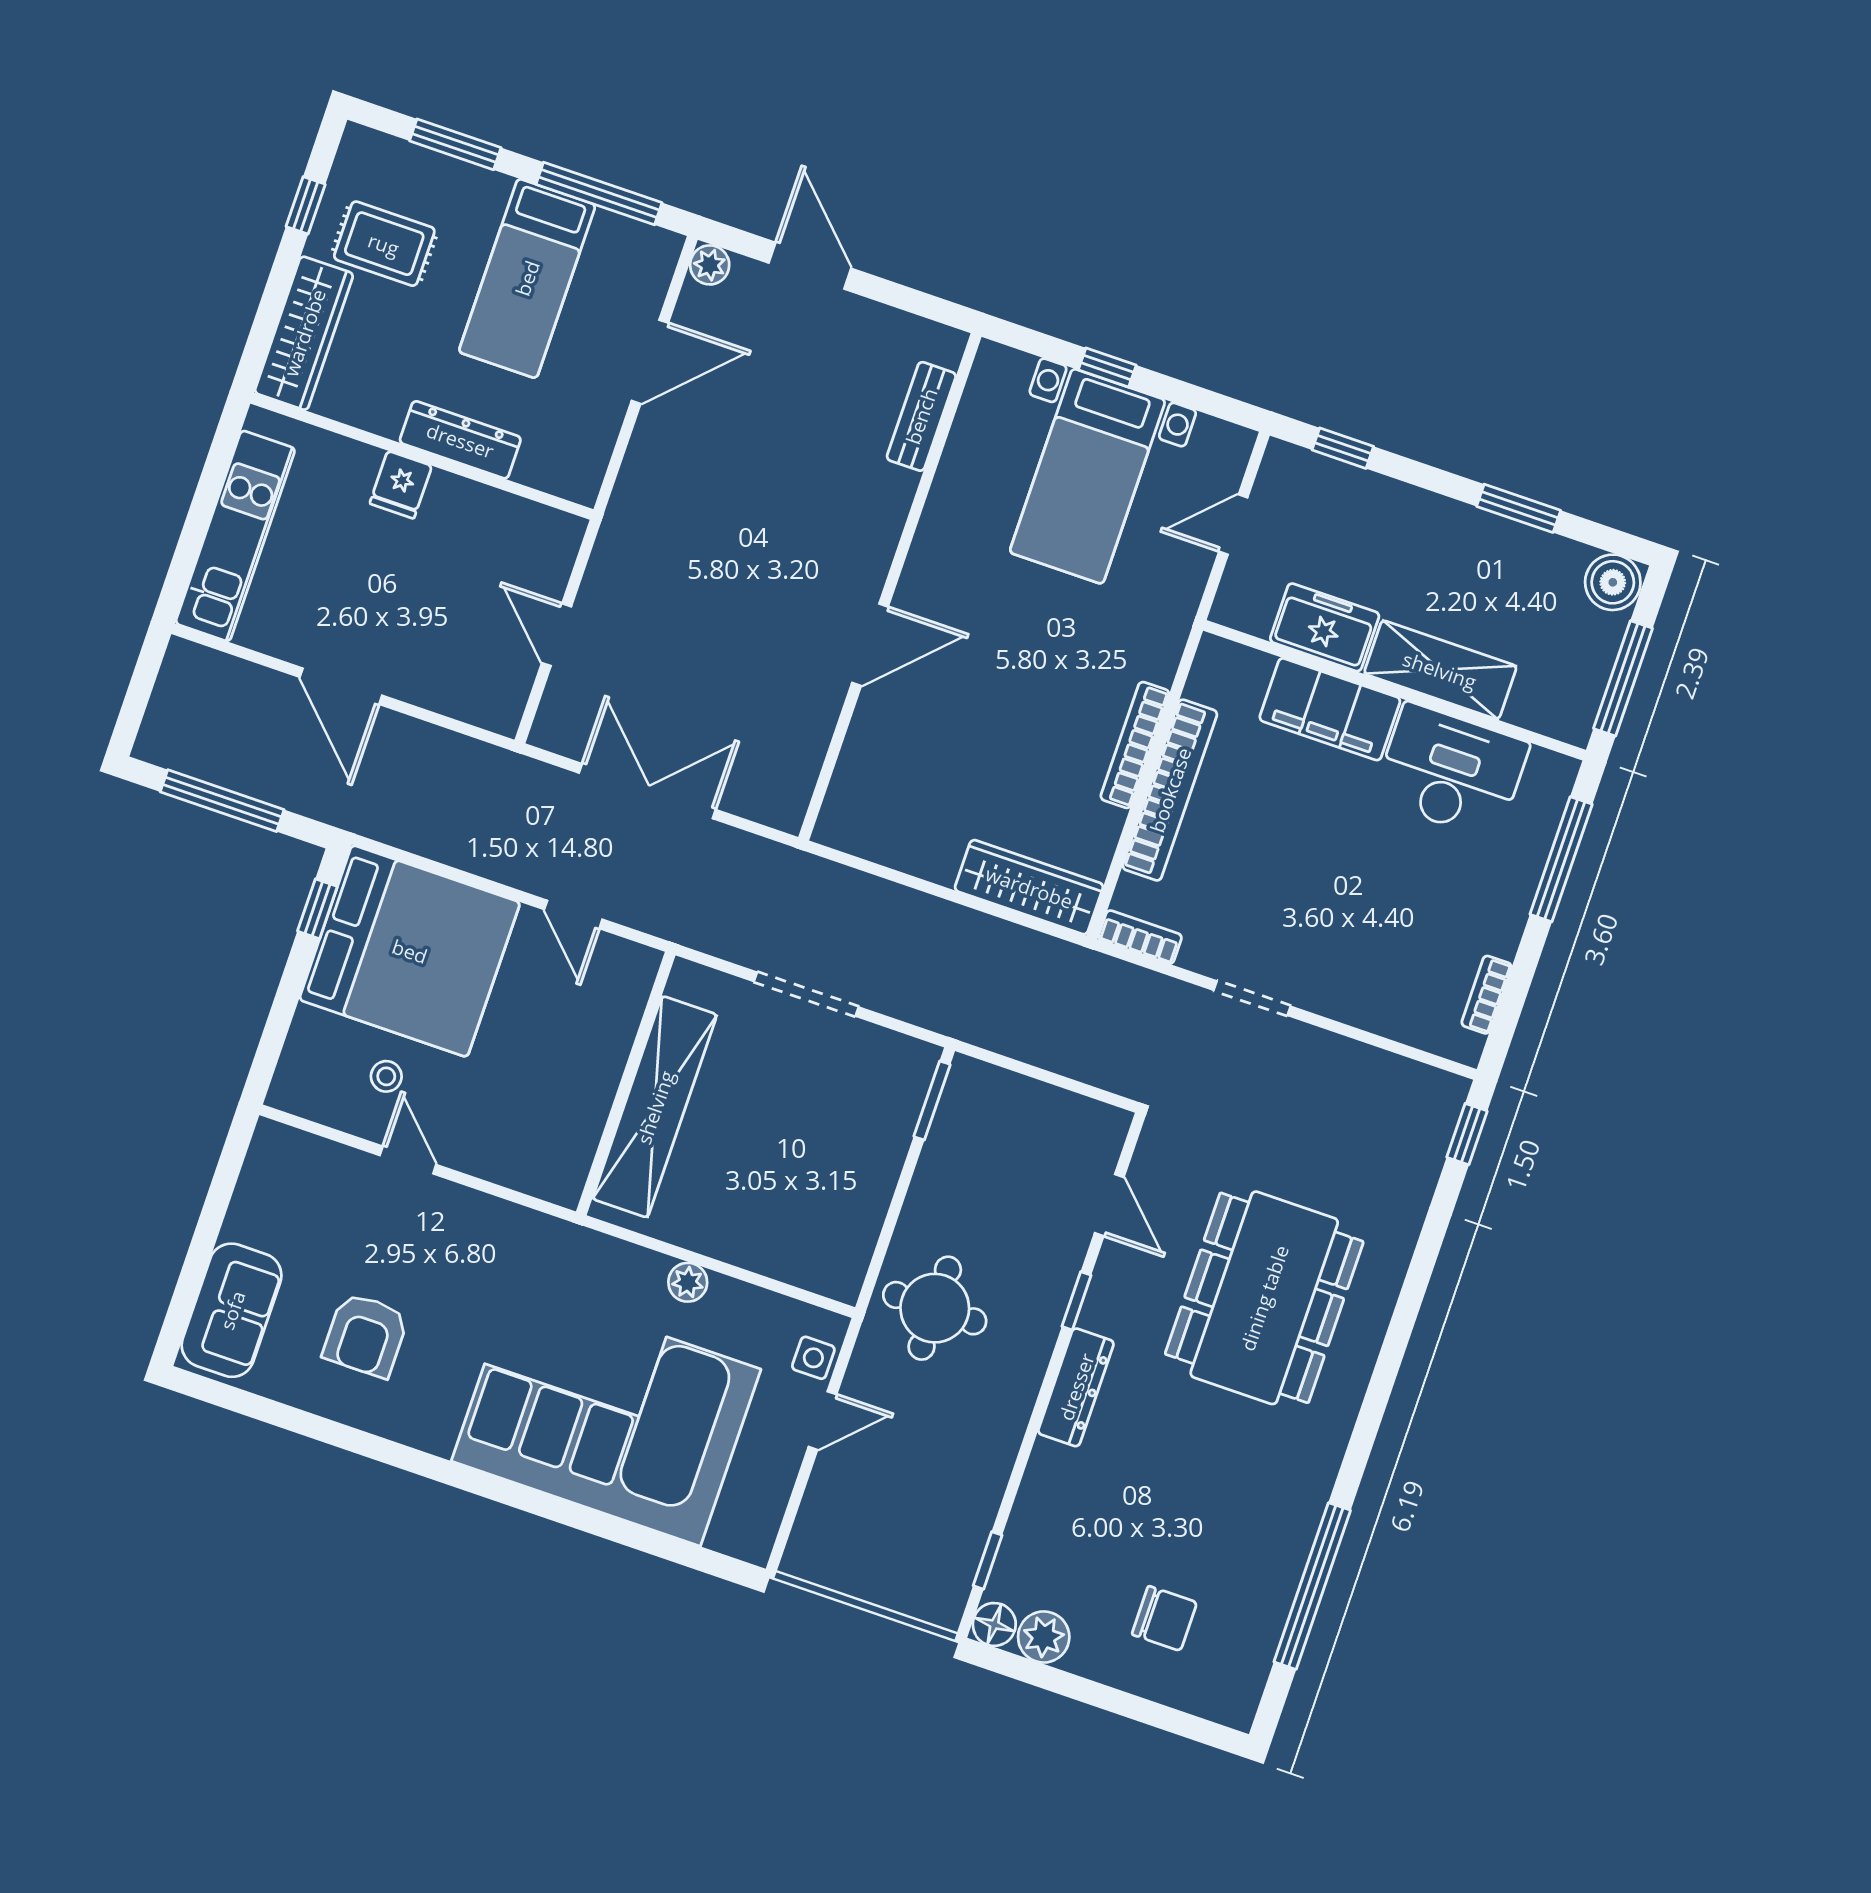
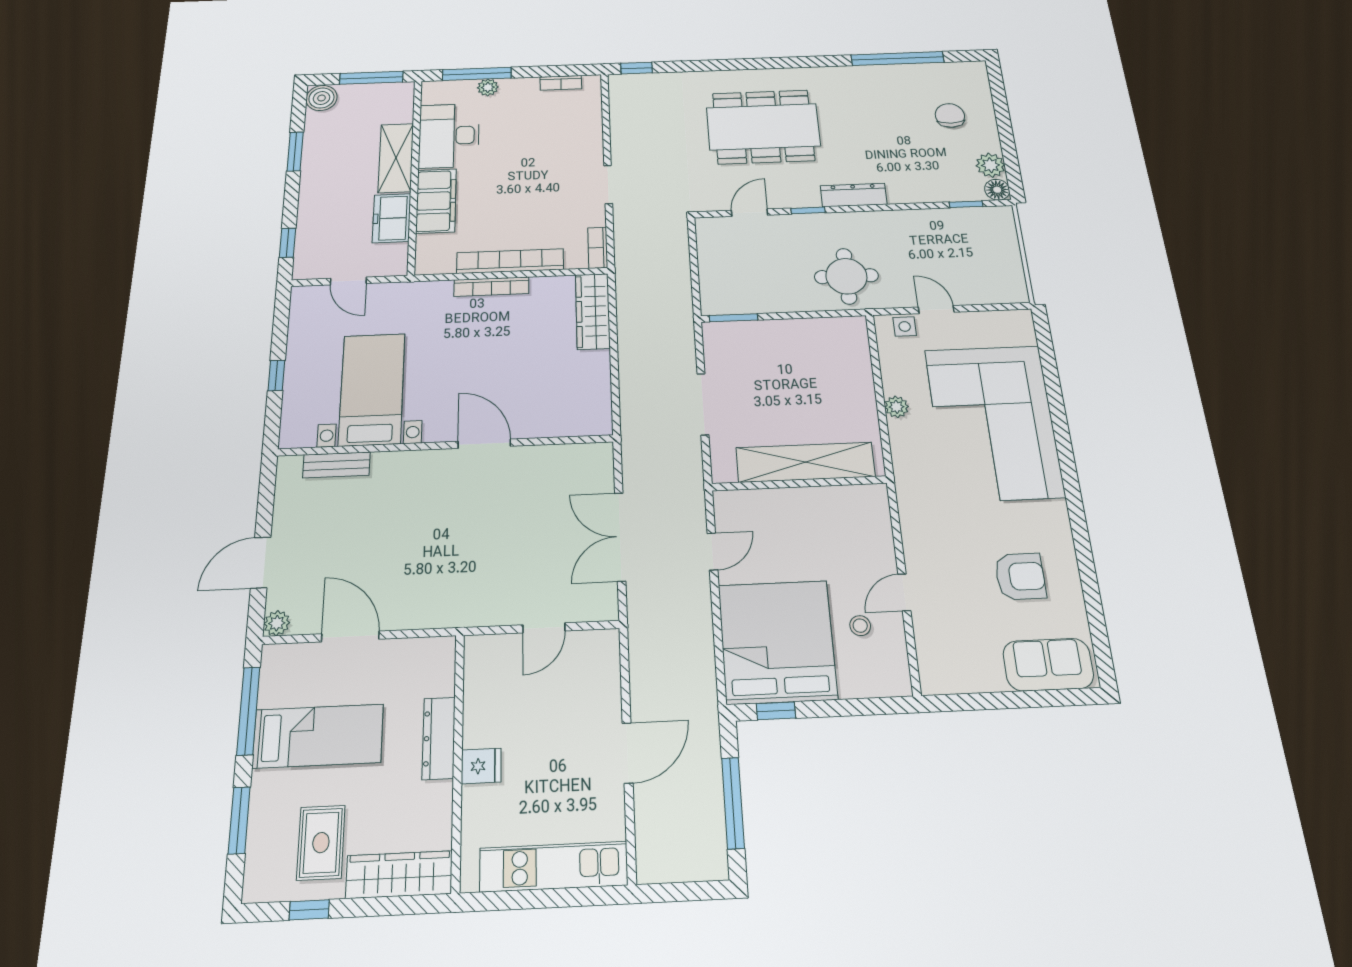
bed with nightstands: (1087, 476) -> (372, 389), moved, turned -90
plant: (1525, 868) -> (488, 87), added

